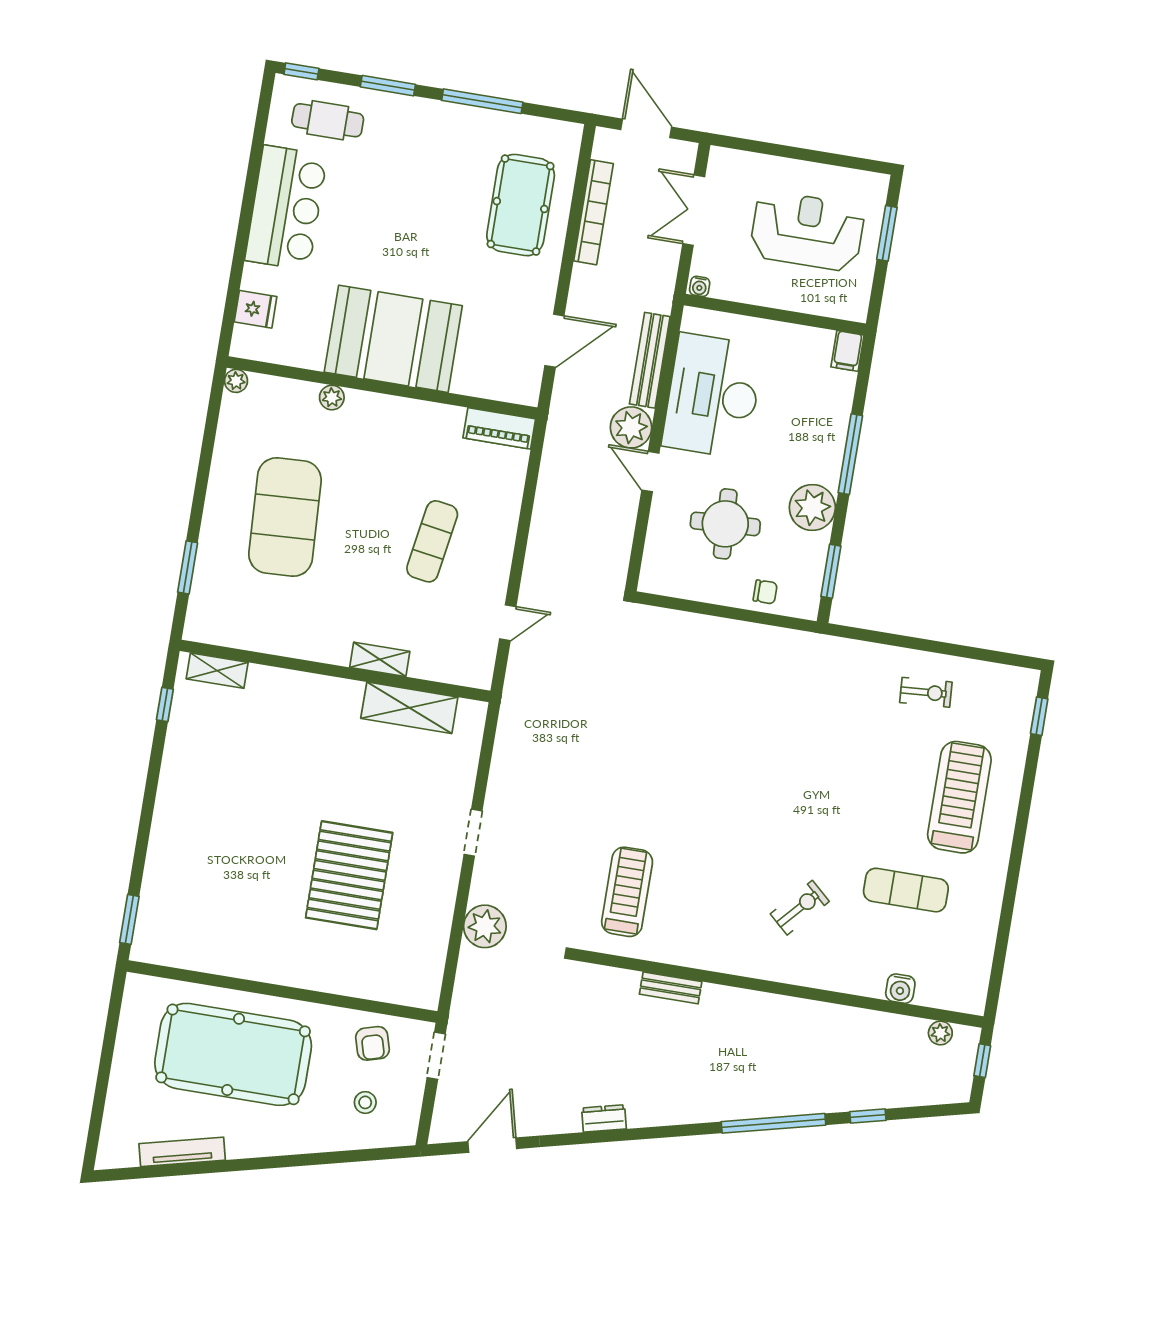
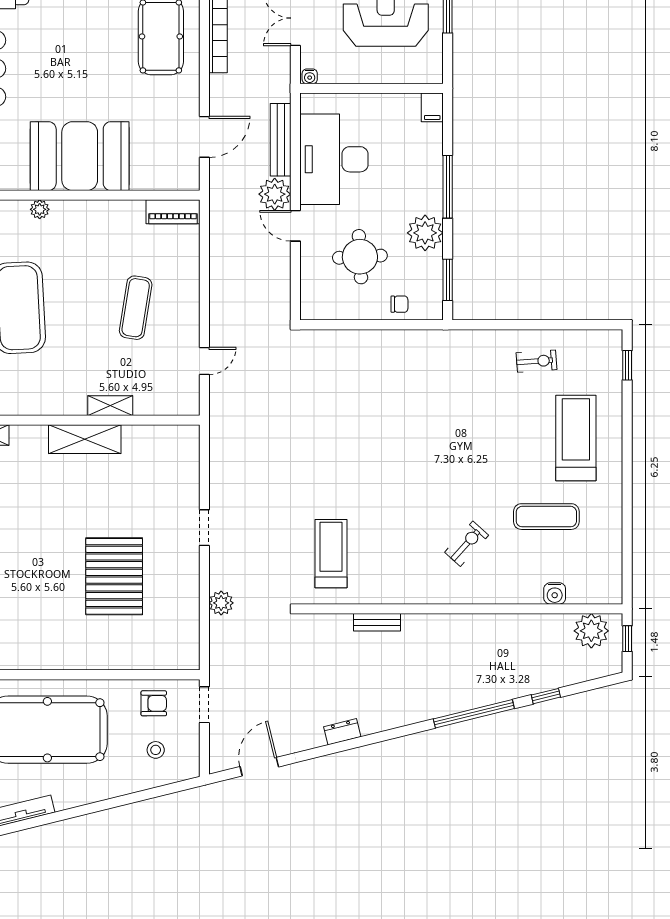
shelving: (409, 708) -> (85, 439), moved
plant: (485, 926) -> (221, 603), width x0.73, depth x0.73
plant: (940, 1033) -> (591, 631), width x1.88, depth x1.88
armchair: (372, 1043) -> (154, 703), turned -74

